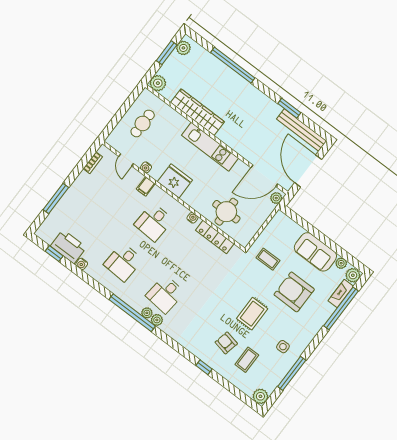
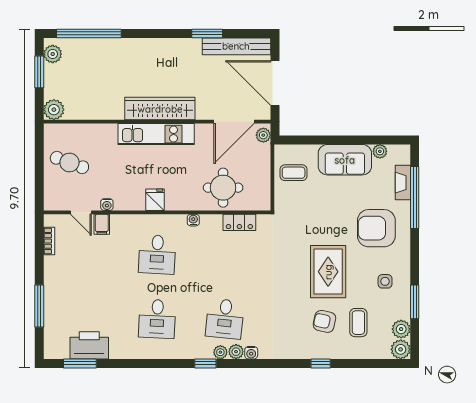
window: (233, 65) -> (89, 33), moved
wardrobe: (197, 112) -> (160, 109), moved
cafe table: (143, 123) -> (69, 163), turned -70
fridge: (175, 181) -> (155, 200), width x0.53, depth x0.75
filing cabinet: (146, 186) -> (102, 224), moved
locker: (215, 237) -> (239, 222), width x0.66
window: (54, 254) -> (80, 363), width x1.50
coffee table: (268, 259) -> (294, 173), moved
water cooler: (82, 264) -> (251, 353), moved
plant: (353, 275) -> (401, 329), moved
armchair: (294, 292) -> (376, 228), moved
window: (132, 313) -> (205, 363), width x0.32
rug: (252, 314) -> (328, 272), width x1.36, depth x1.43
window: (292, 373) -> (415, 302), width x0.69

